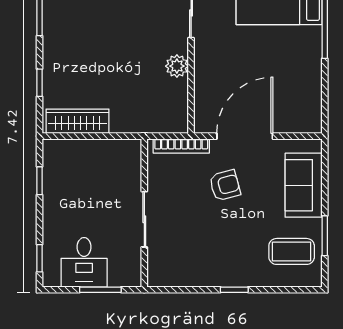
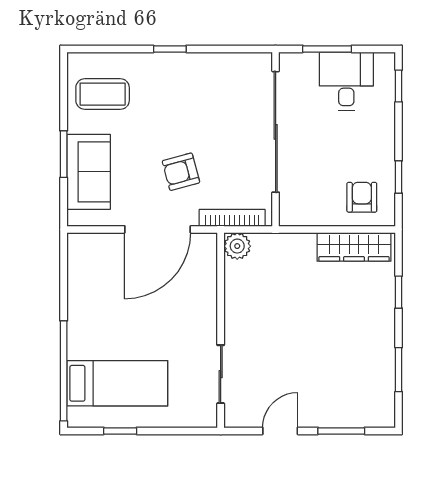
plant: (177, 66) -> (237, 246), moved
armchair: (71, 164) -> (362, 197), added
sliding door: (144, 219) -> (276, 132), width x1.86
window: (325, 236) -> (64, 154), moved

